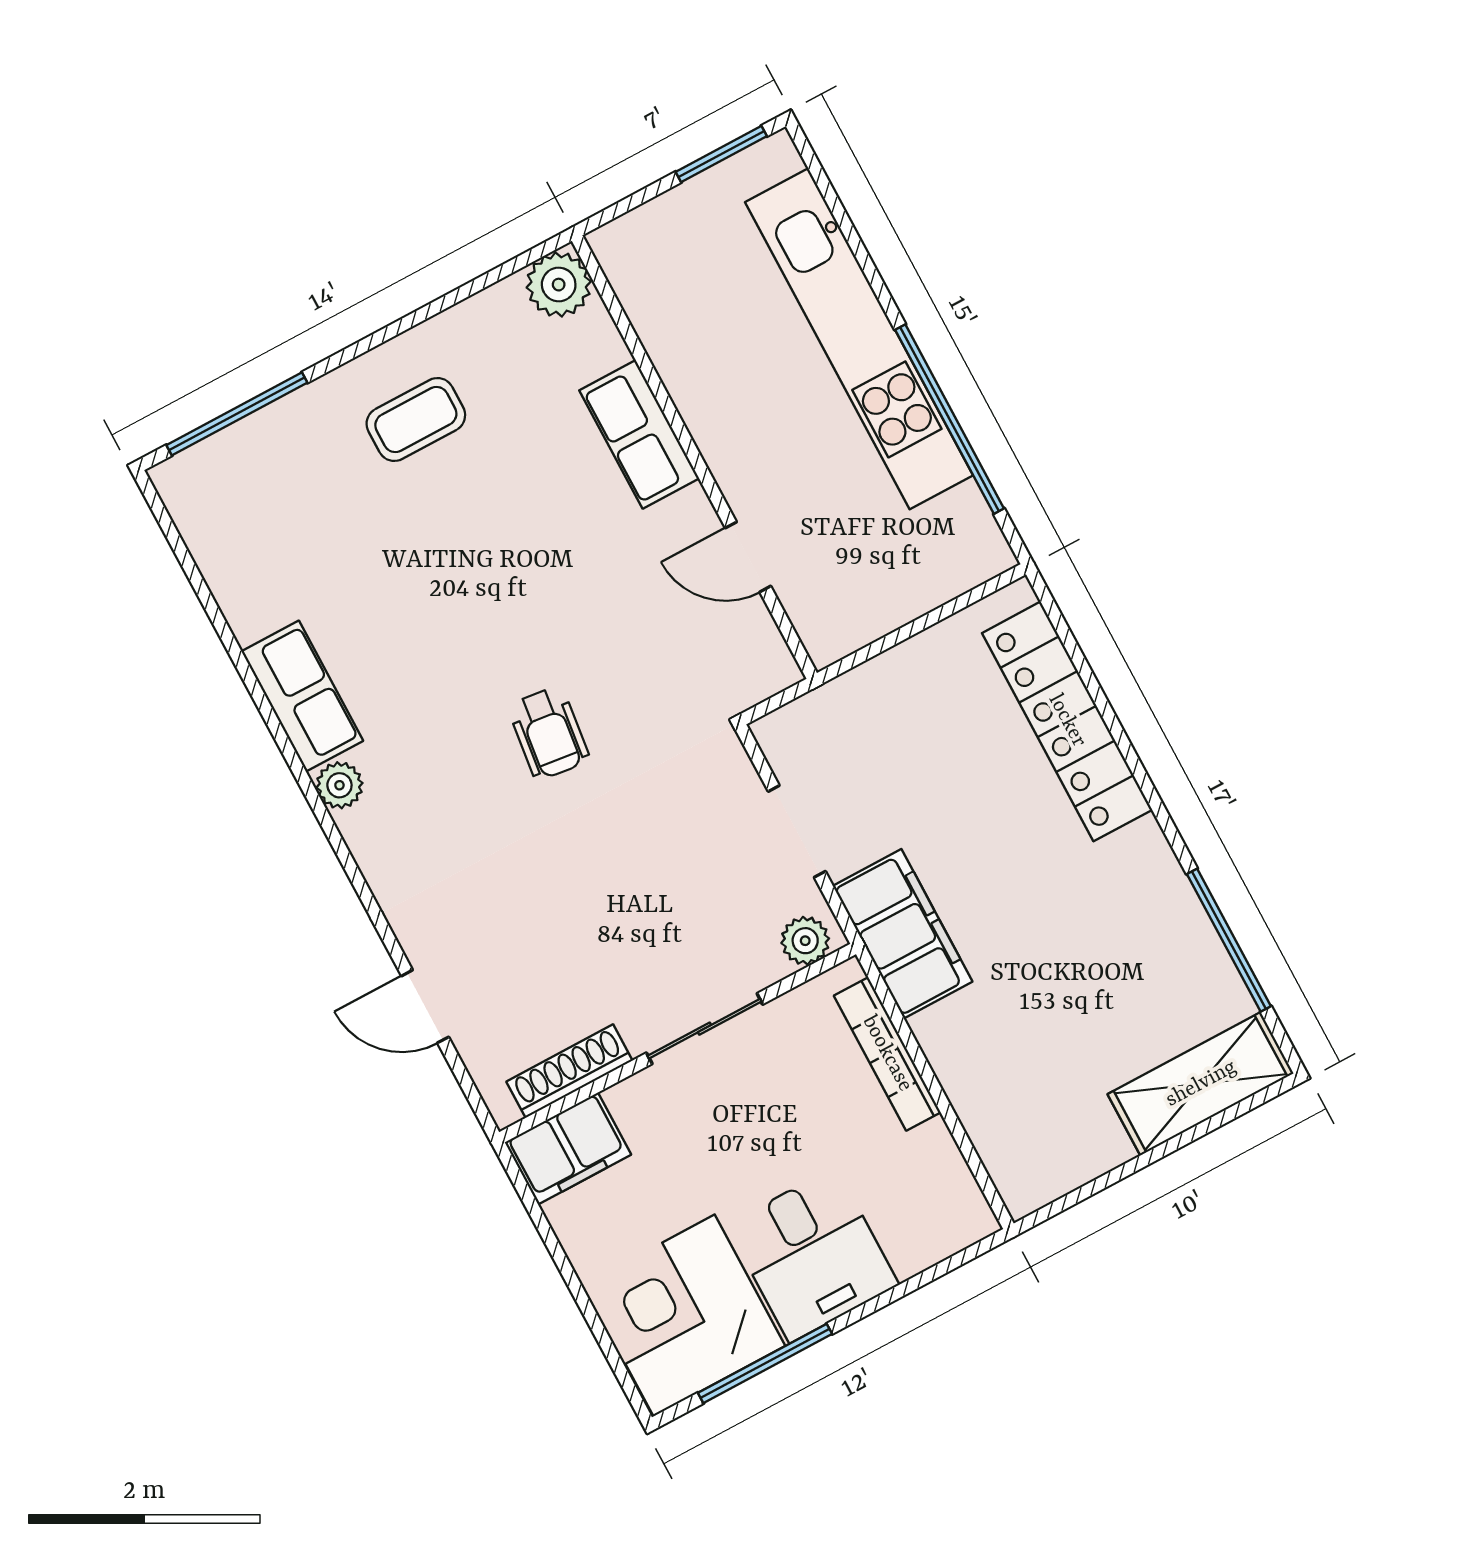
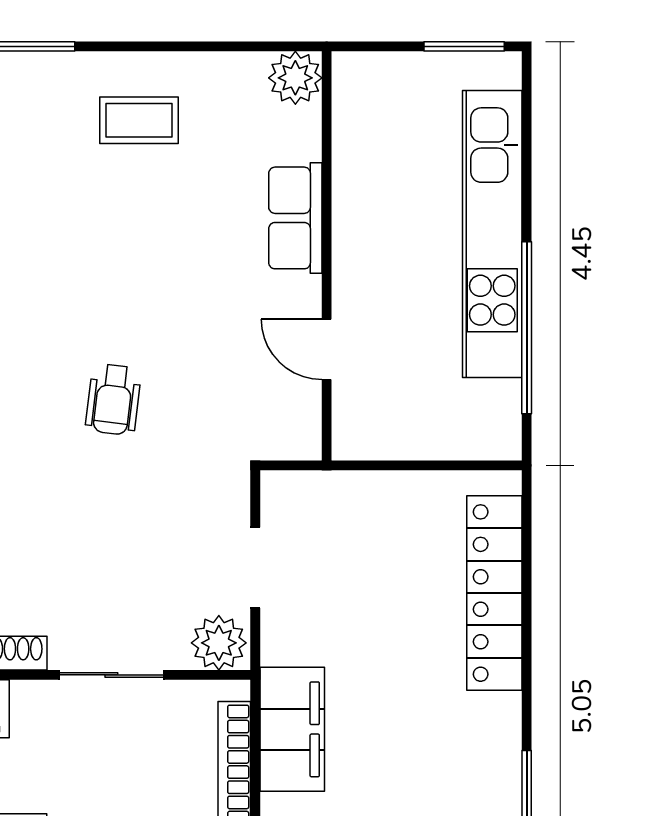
filing cabinet: (903, 934) -> (292, 729), moved
plant: (805, 941) -> (219, 643), width x1.38, depth x1.38

